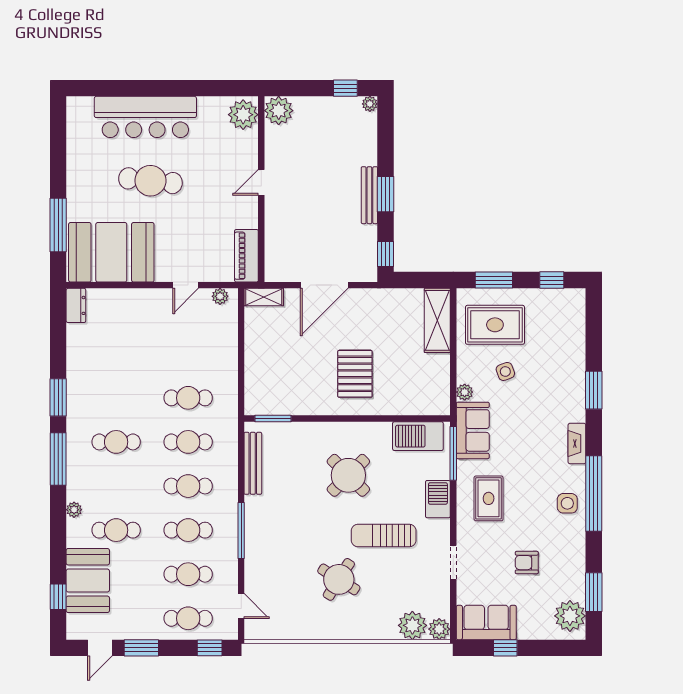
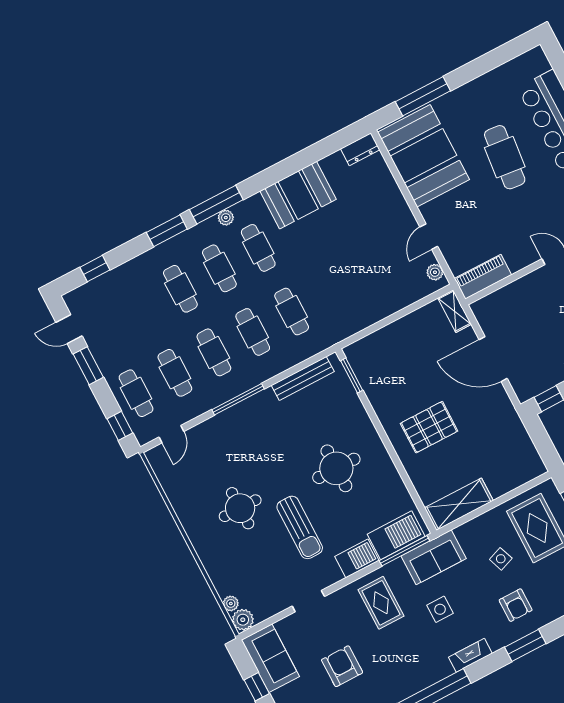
door: (186, 285) -> (429, 237), hinge flipped
shelving: (437, 320) -> (459, 504), moved
armchair: (553, 380) -> (516, 605), added
plant: (465, 392) -> (464, 532), removed
window: (58, 397) -> (167, 231), moved
cafe table: (188, 398) -> (219, 268), moved
barbecue: (418, 436) -> (396, 535), moved, turned 90
round table: (348, 475) -> (336, 468), turned 45
rug: (489, 498) -> (381, 603), turned 90
side table: (567, 503) -> (440, 609), moved
plant: (74, 510) -> (226, 218), moved
sun lounger: (384, 536) -> (300, 527), turned 180
armchair: (527, 563) -> (342, 666), width x1.38, depth x1.38
round table: (339, 579) -> (240, 508), turned -32
booth: (88, 581) -> (298, 195), moved
plant: (412, 625) -> (231, 603), width x0.53, depth x0.53

